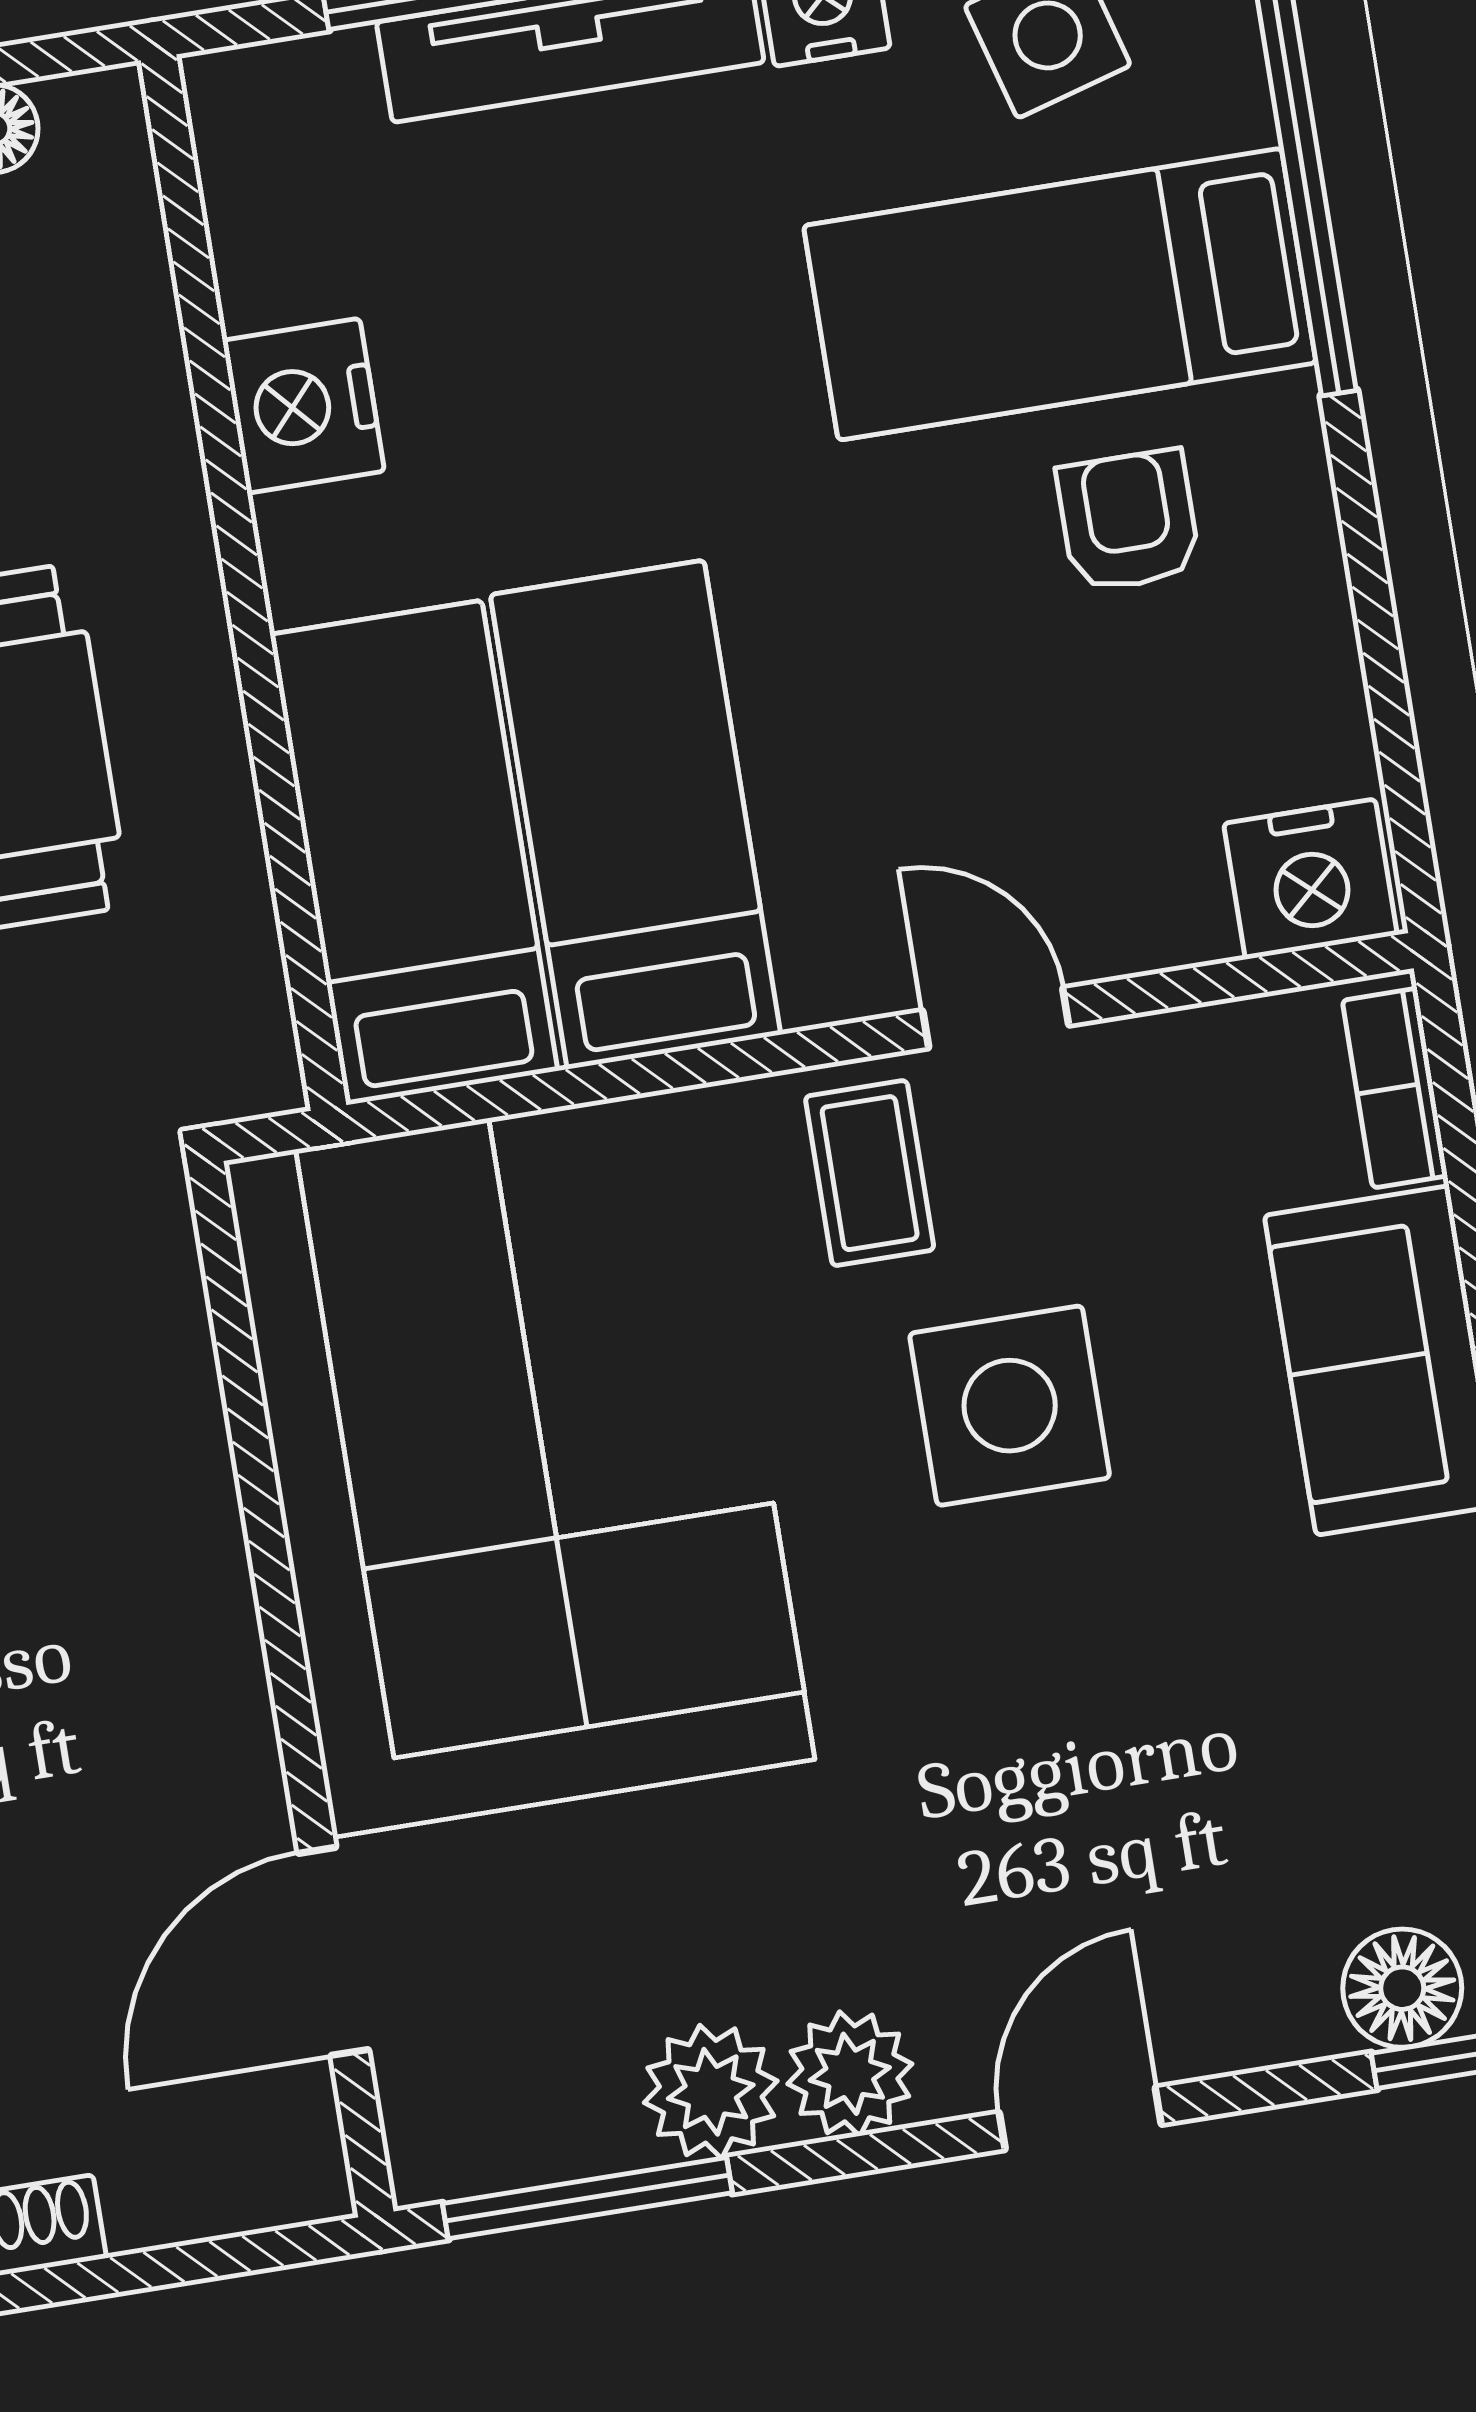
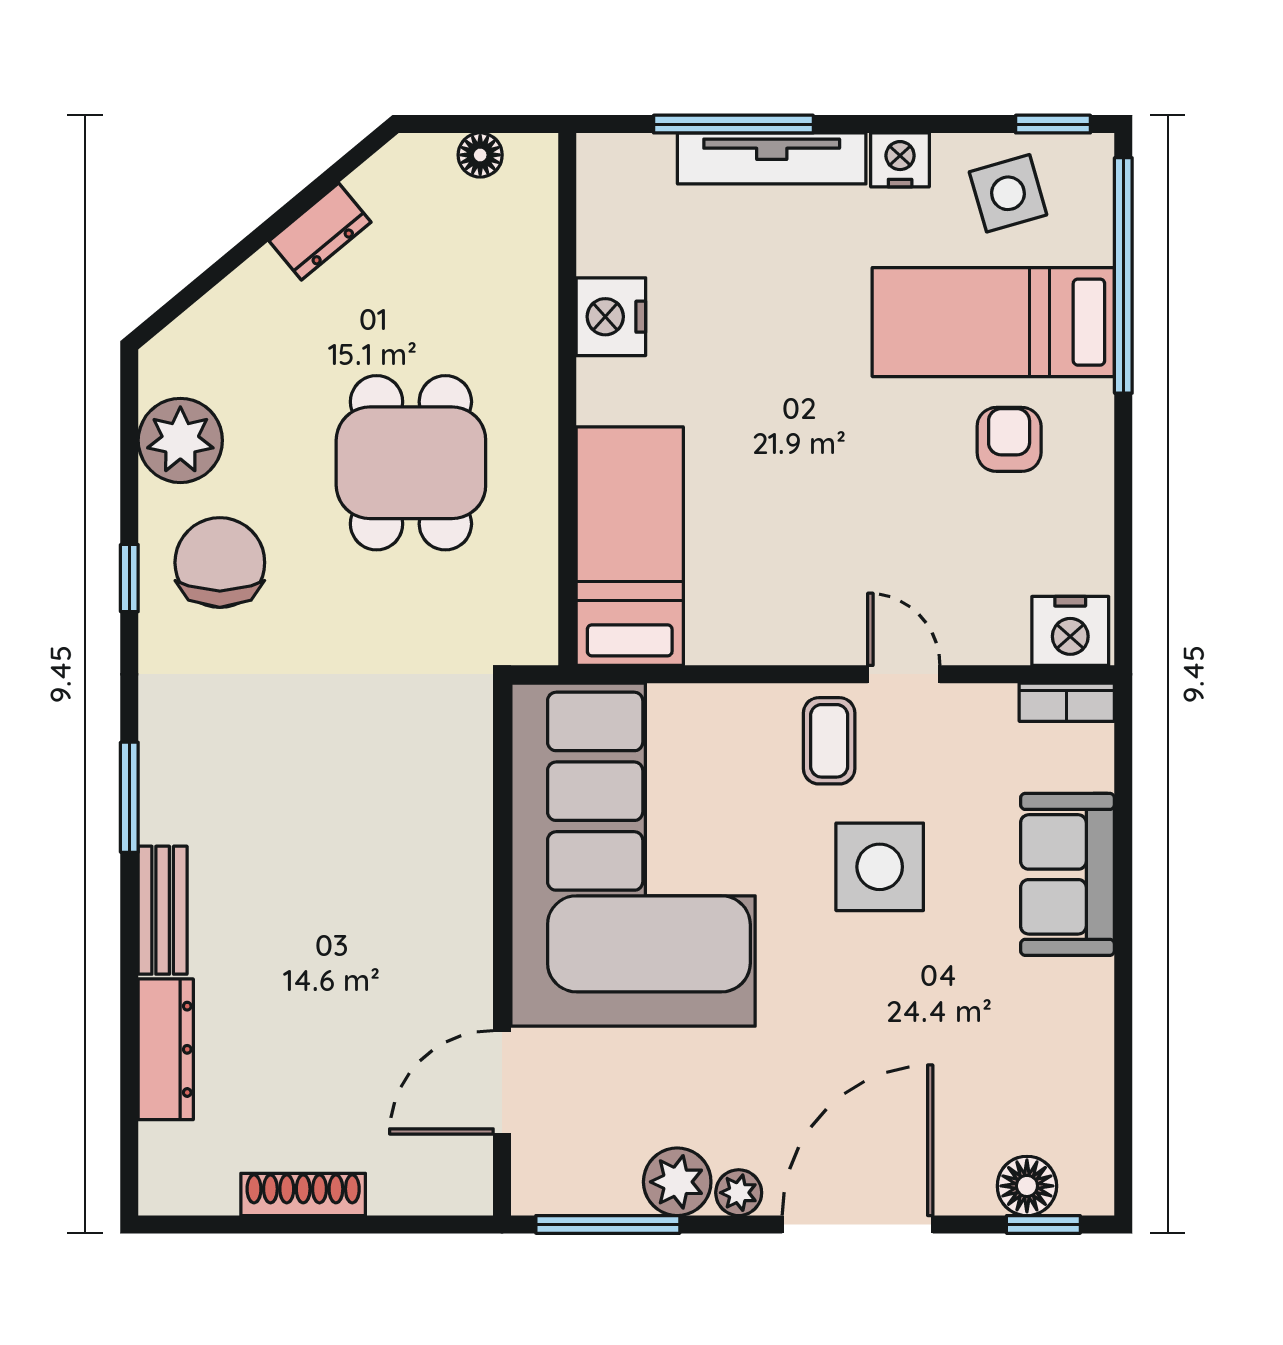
bed: (636, 815) -> (742, 545), removed
bookcase: (1395, 1088) -> (1067, 702), moved, turned -90
plant: (850, 2074) -> (739, 1193), width x0.73, depth x0.73
door: (1080, 2118) -> (858, 1224), width x1.88

